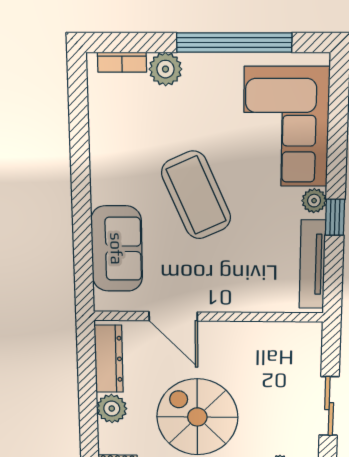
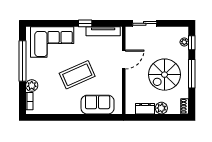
plant: (314, 201) -> (79, 31), removed
door: (173, 316) -> (124, 59), moved
dresser: (109, 359) -> (145, 109), width x0.70
sliding door: (329, 406) -> (145, 23), moved

